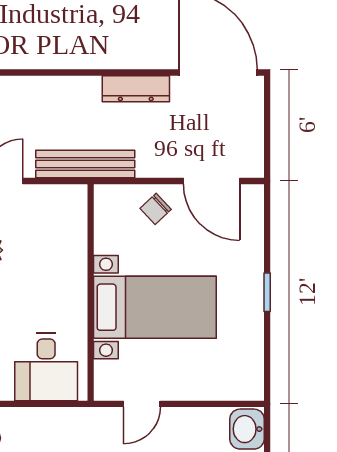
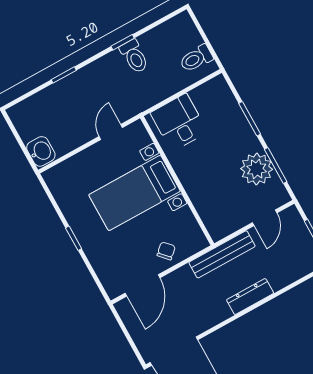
dresser: (136, 89) -> (250, 297), moved
door: (211, 181) -> (142, 285), swing flipped

